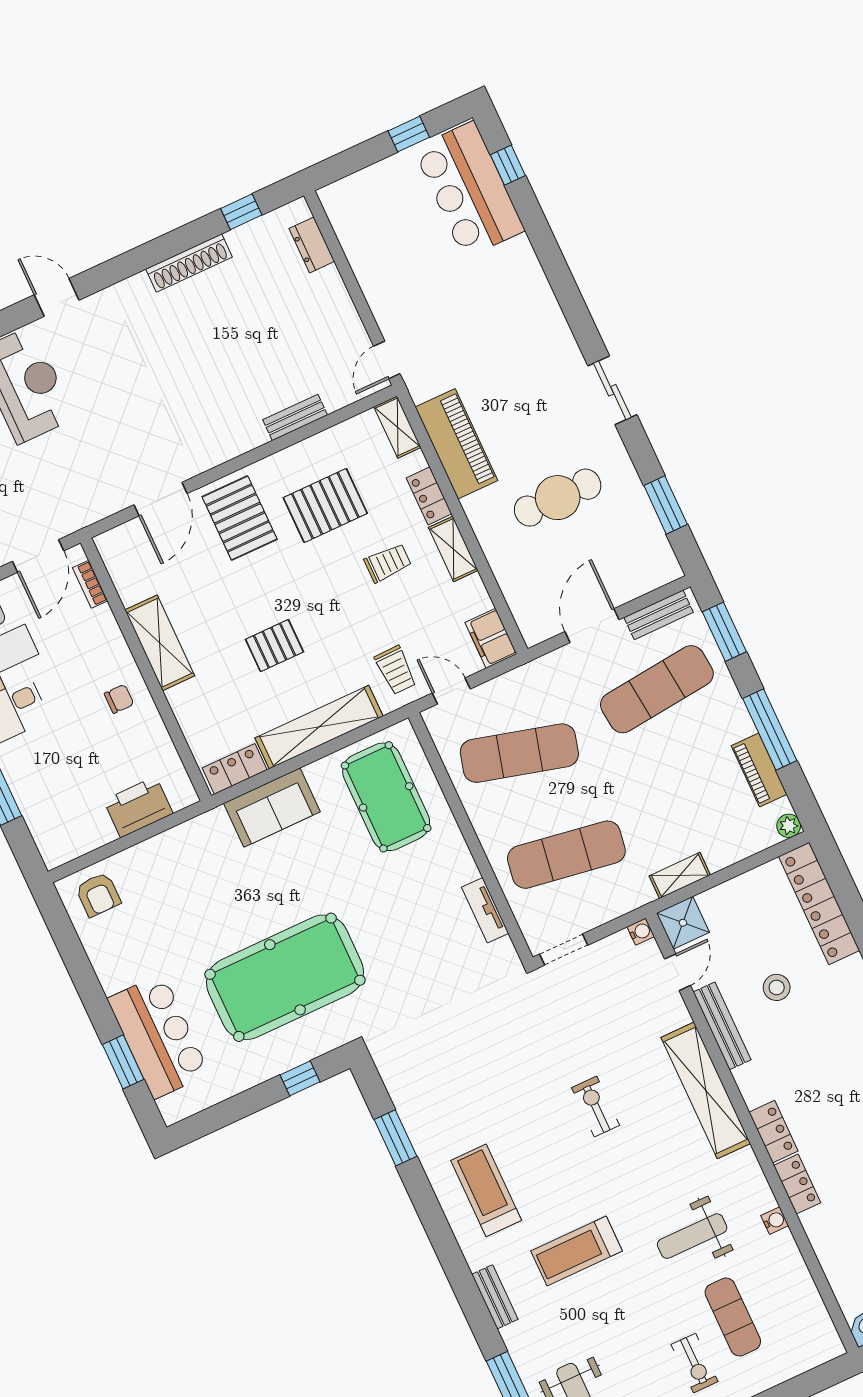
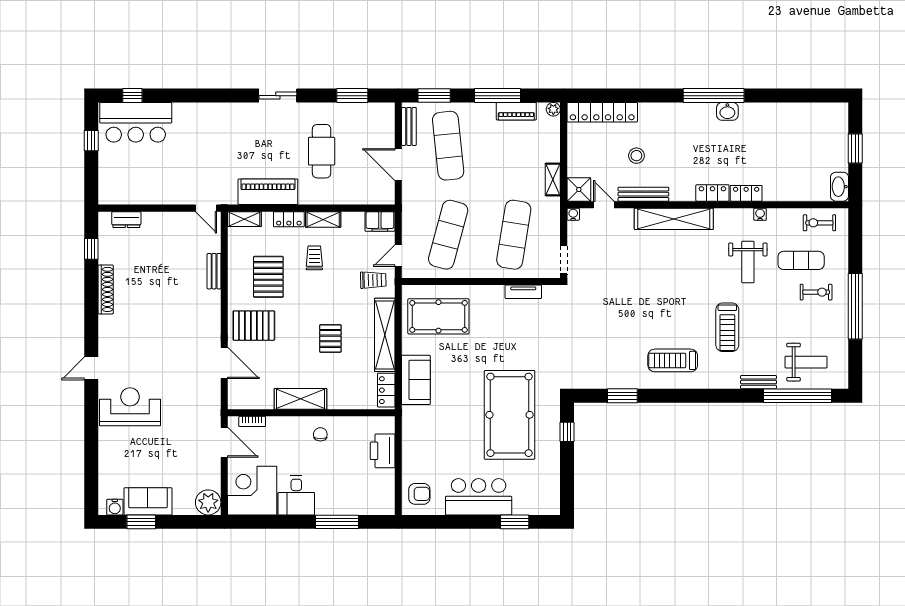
bar counter: (158, 1036) -> (479, 497), moved
exercise bike: (595, 1107) -> (819, 223), moved
bench: (495, 1297) -> (759, 382), moved

